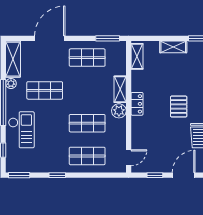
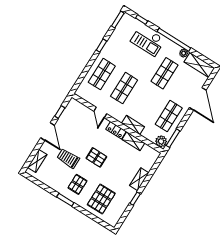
shelving: (137, 56) -> (133, 141), moved
plant: (119, 111) -> (161, 141), moved
door: (129, 158) -> (100, 112), moved

